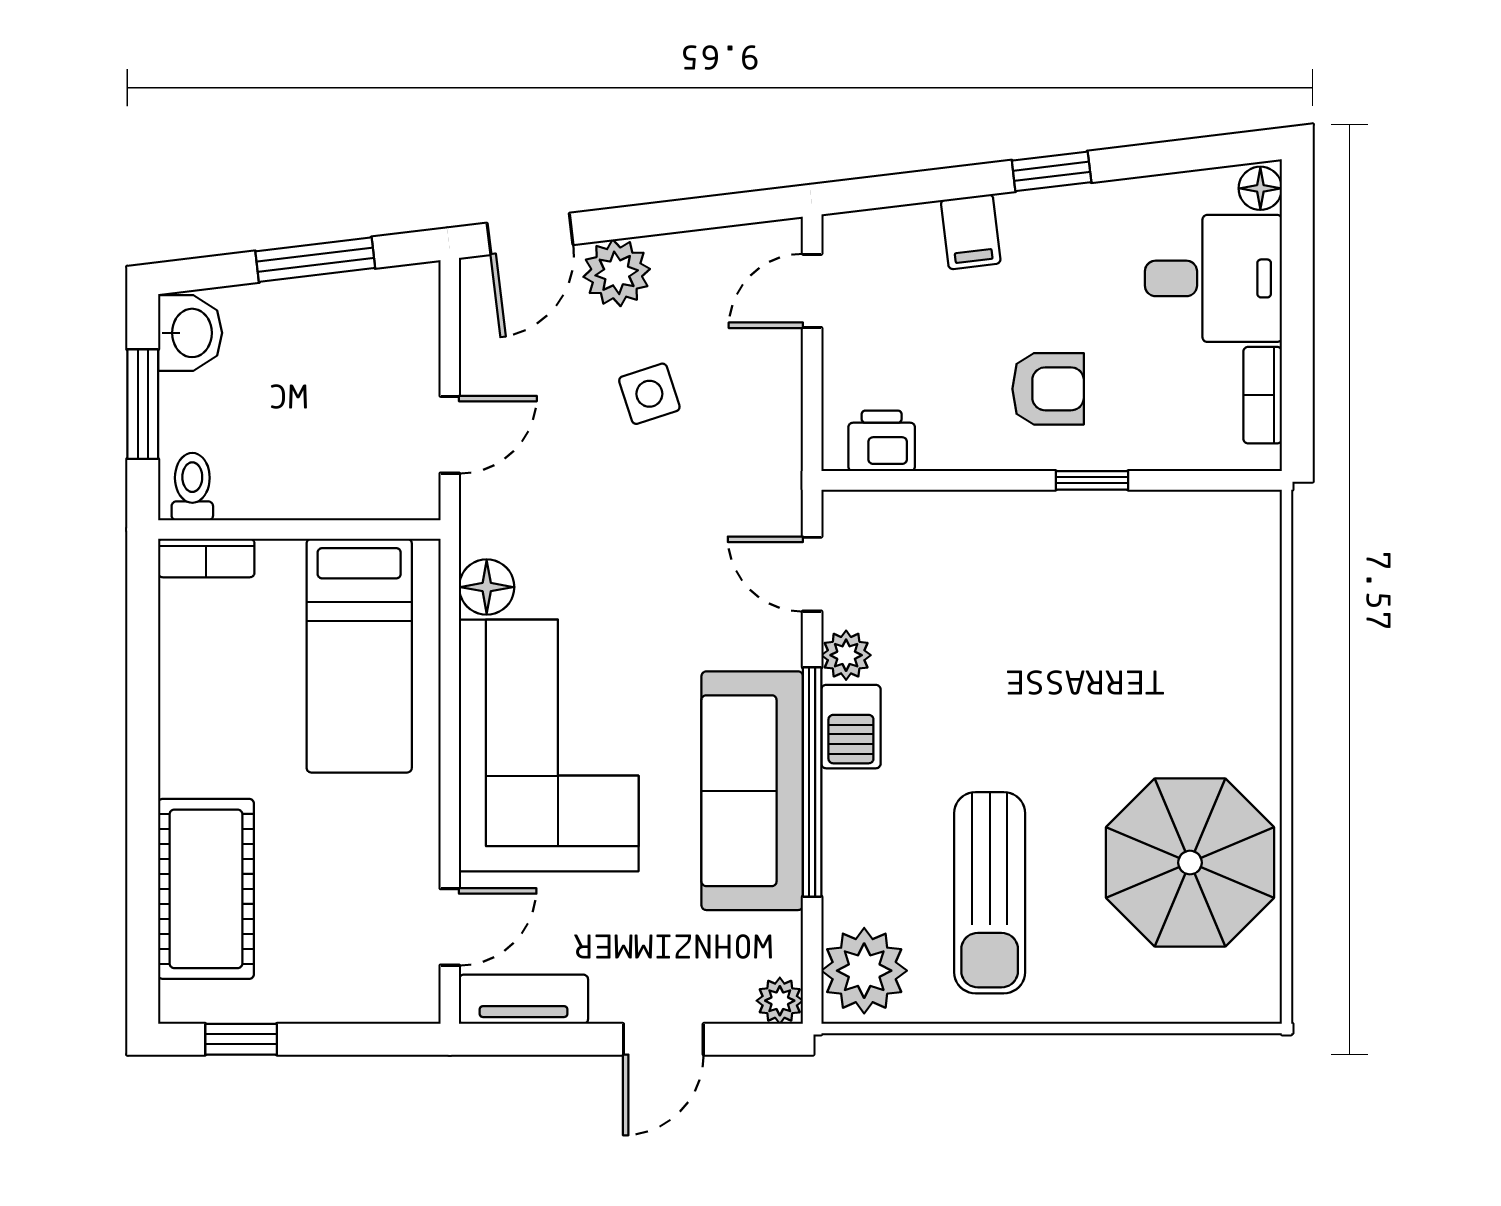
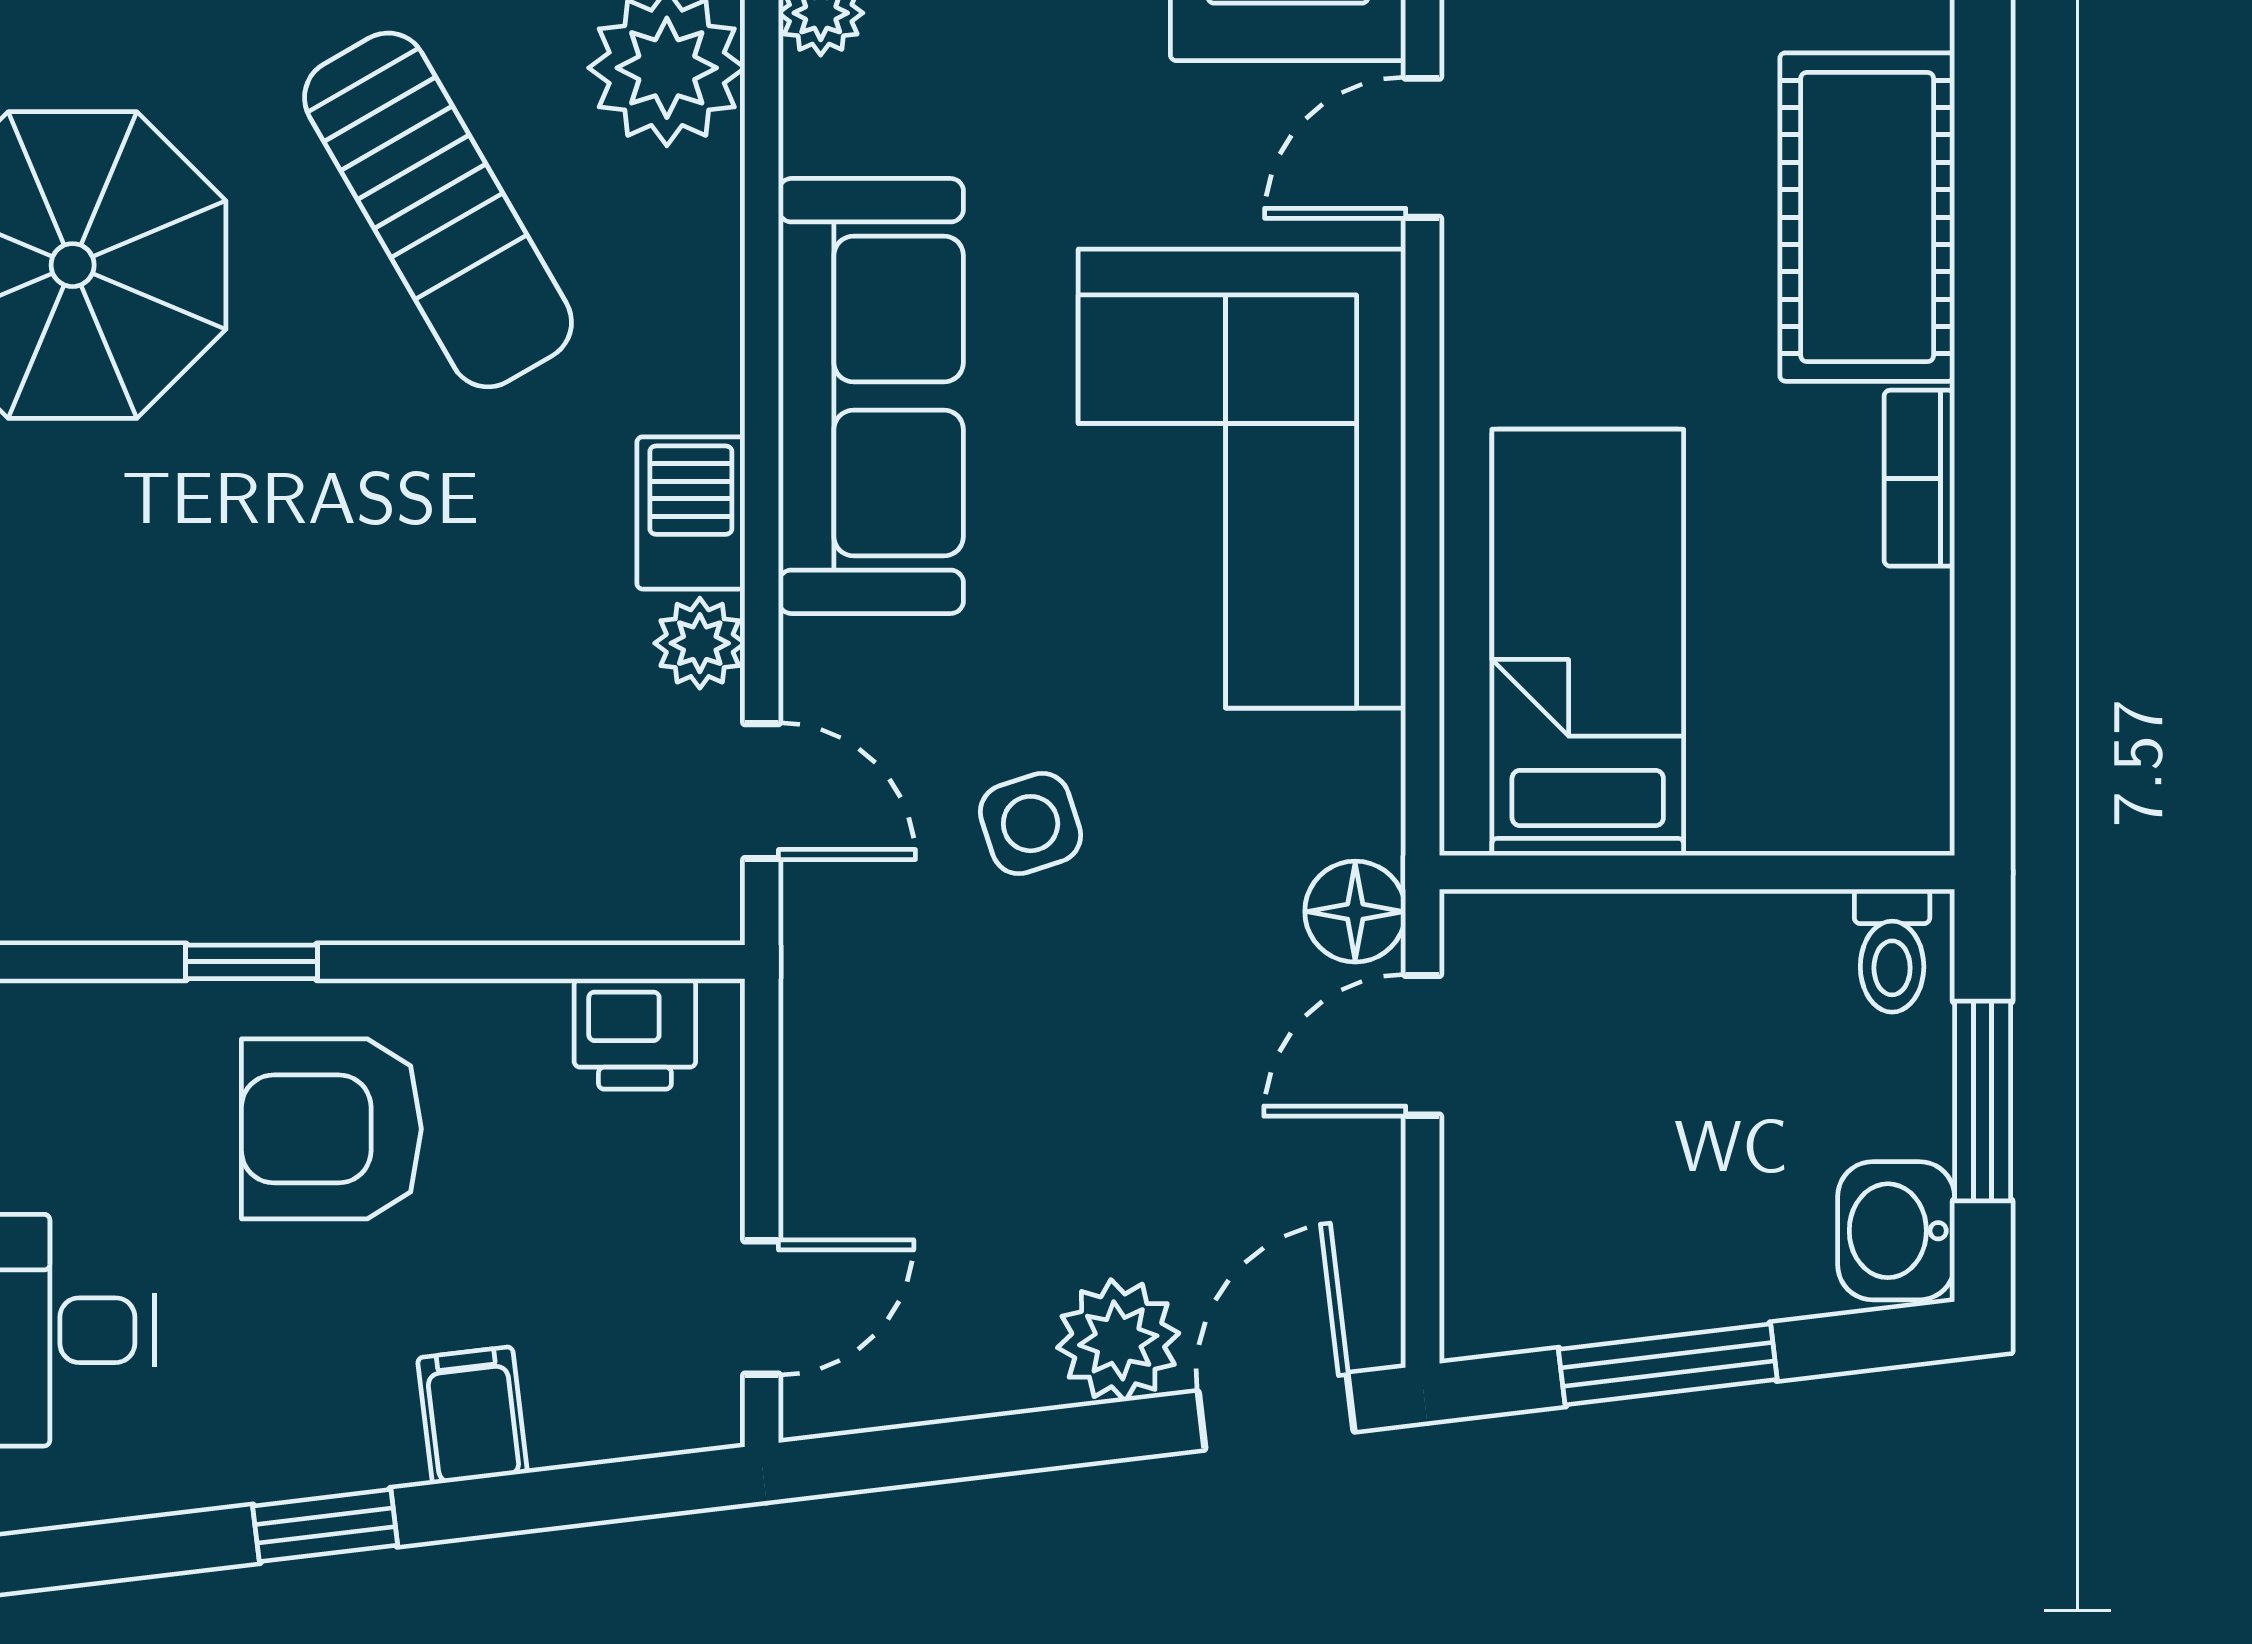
armchair: (1048, 389) -> (331, 1129), width x1.38, depth x1.38
side table: (649, 394) -> (1031, 824), moved
bookcase: (206, 558) -> (1919, 478), moved, turned -90
floor lamp: (487, 587) -> (1355, 912), moved
window: (812, 782) -> (762, 412), removed
sun lounger: (990, 893) -> (438, 210), turned 150

